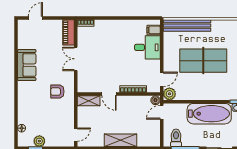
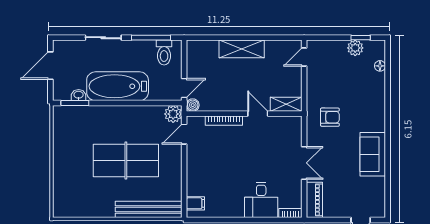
desk: (147, 47) -> (261, 200), moved, turned -90

